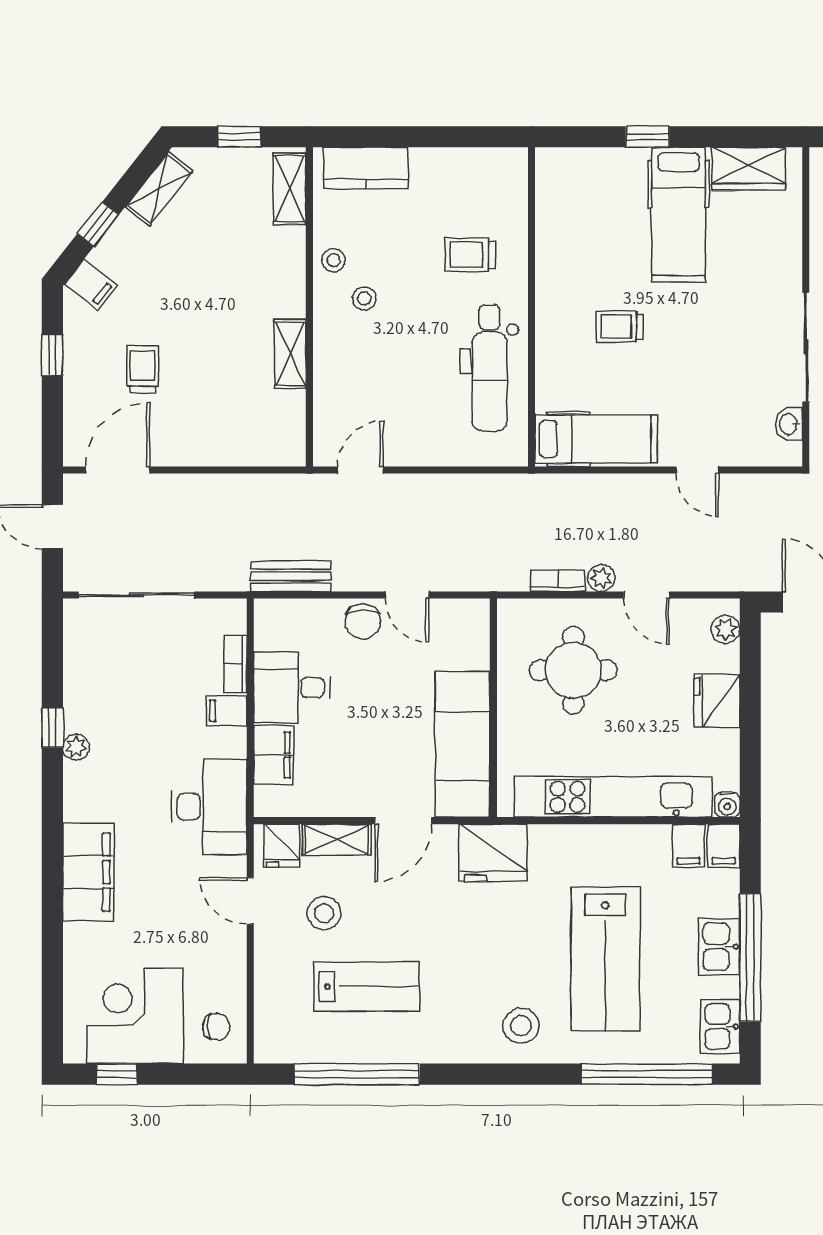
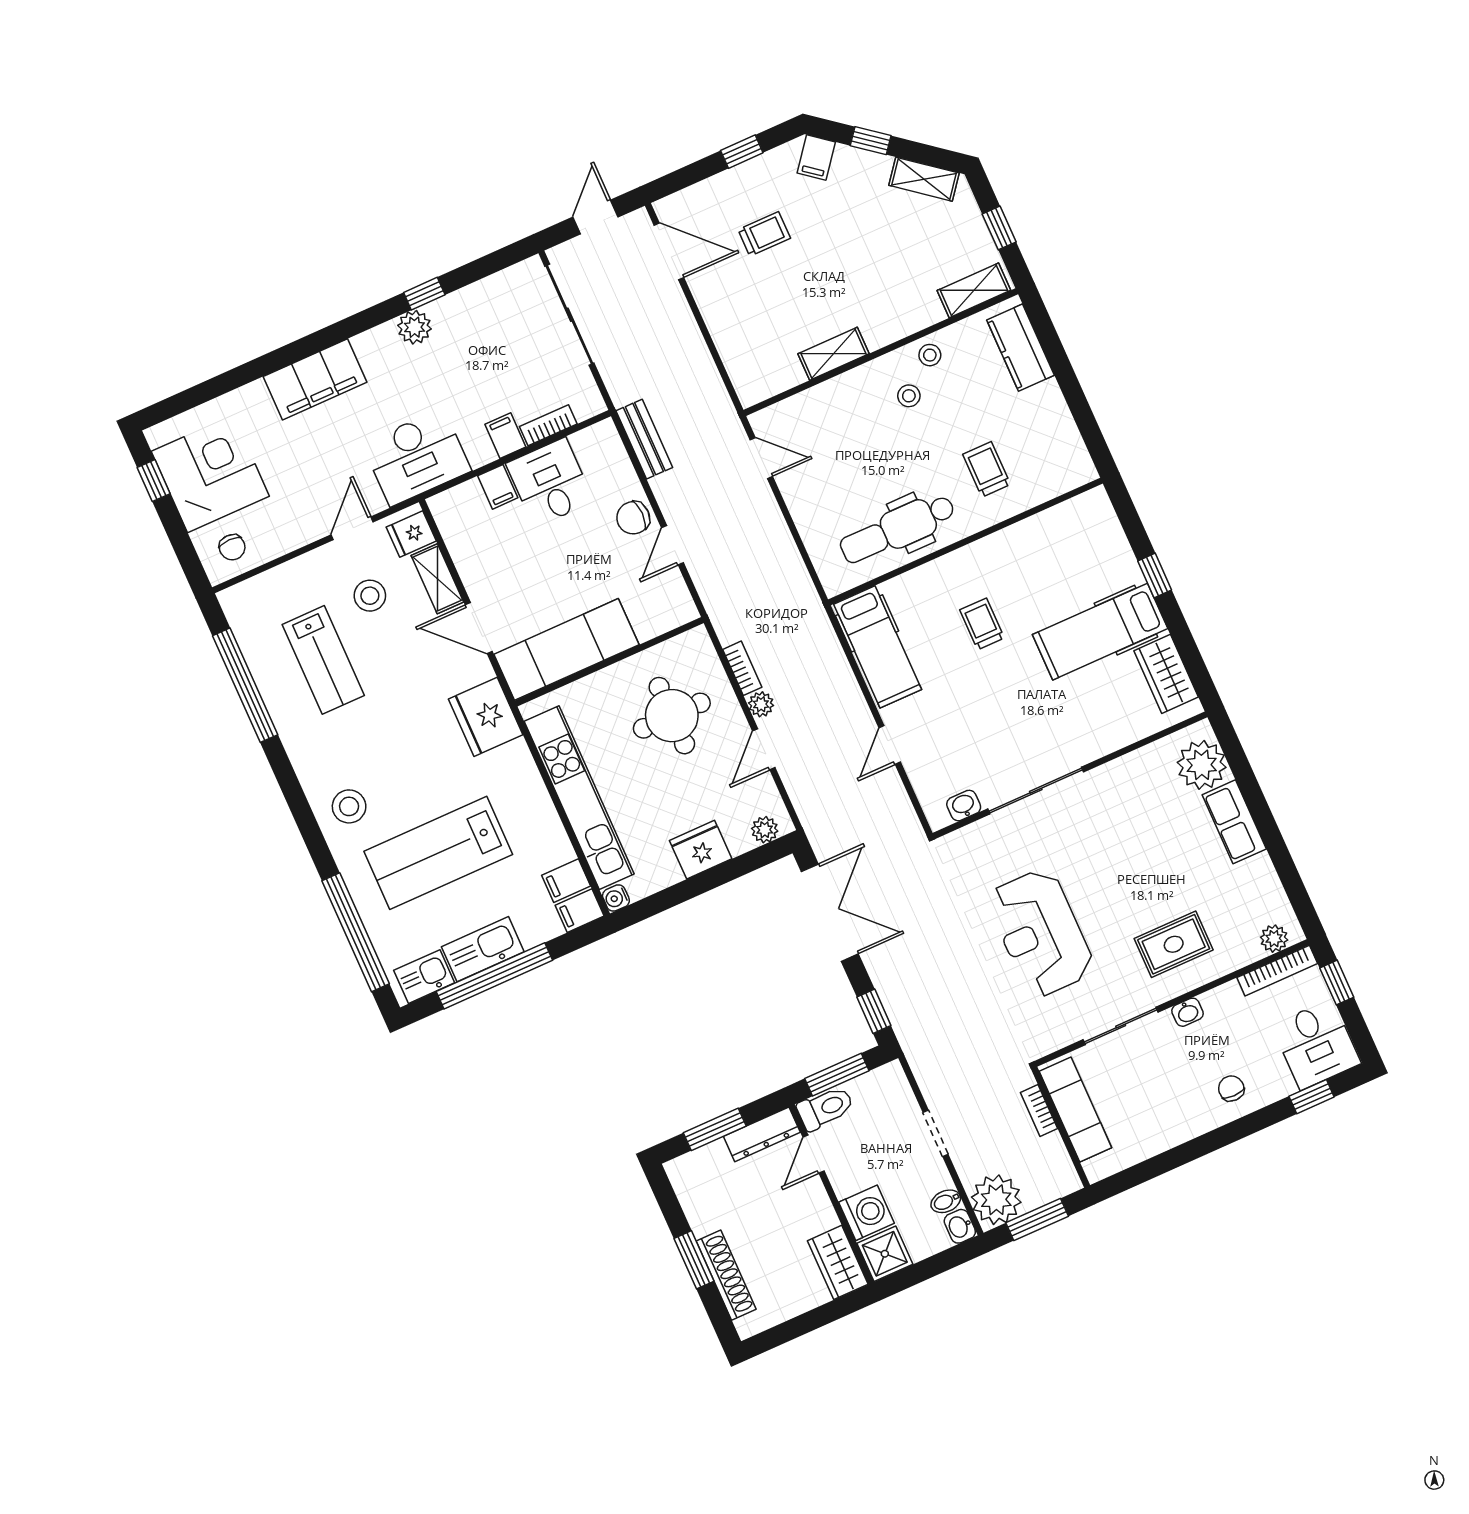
plant: (76, 747) -> (415, 327), width x1.38, depth x1.38
filing cabinet: (273, 755) -> (498, 487), width x0.50
kitchen sink: (719, 947) -> (483, 949), width x1.38

